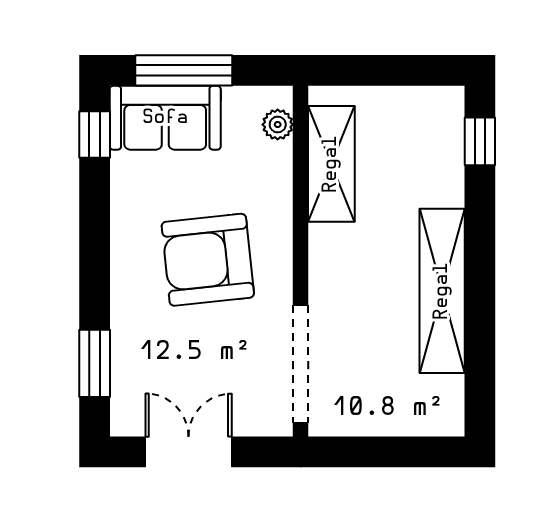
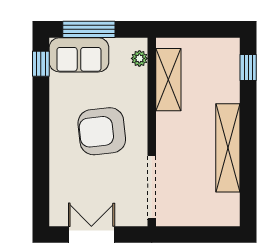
window: (95, 363) -> (41, 187), removed

